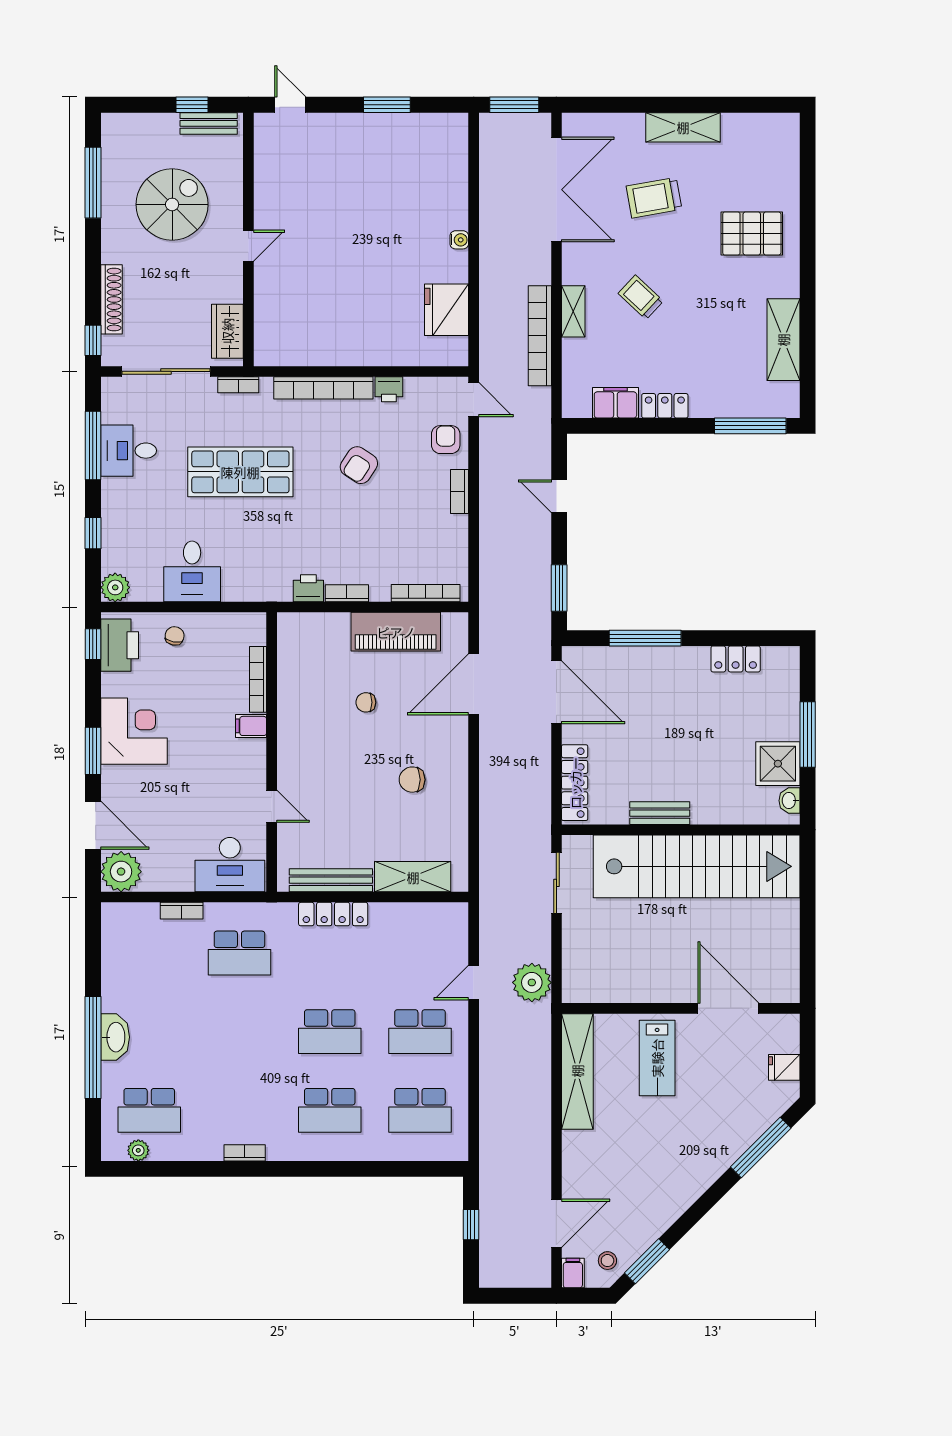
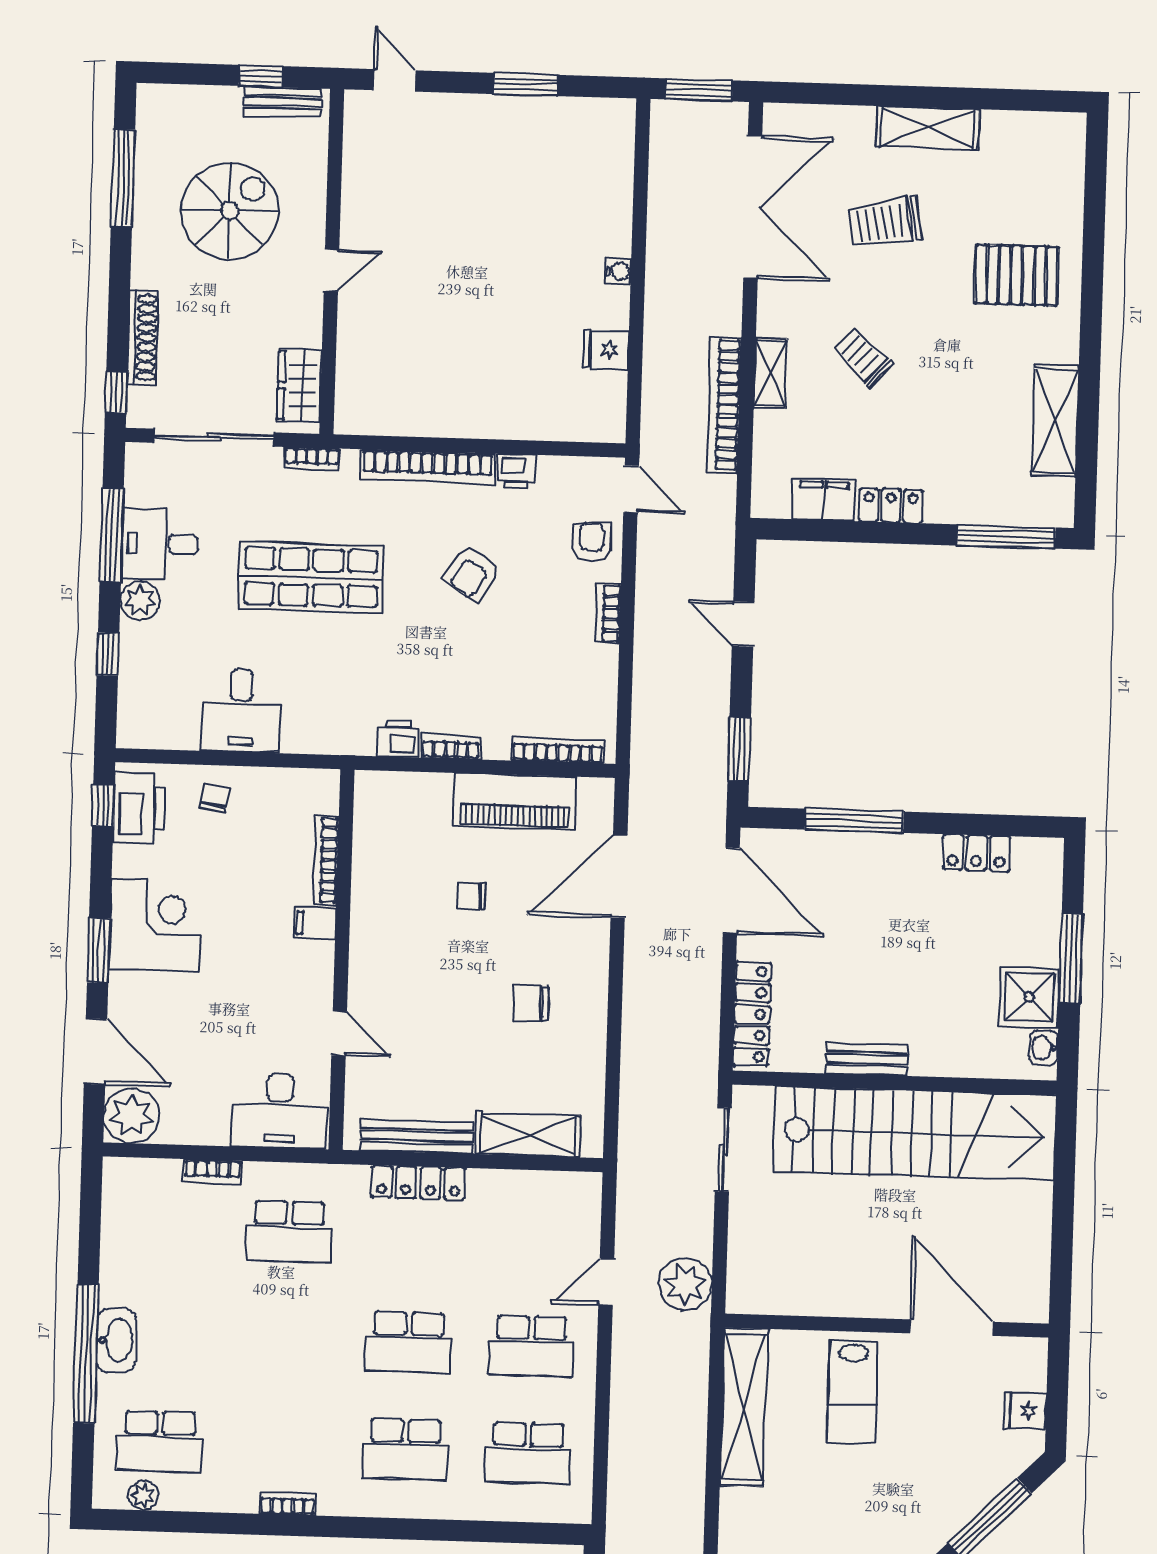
fridge: (447, 310) -> (606, 350), width x0.53, depth x0.75
plant: (115, 587) -> (140, 601), moved

